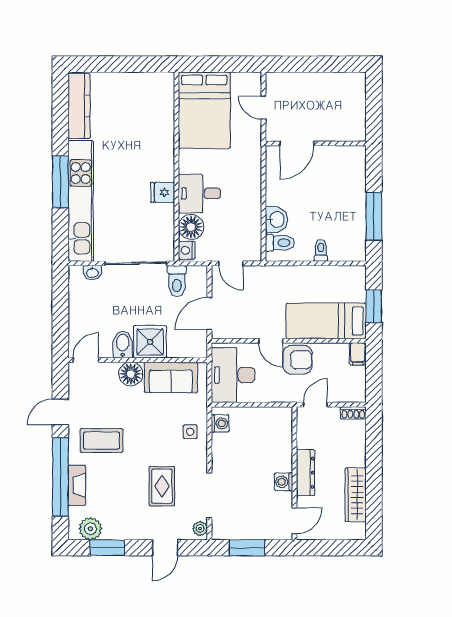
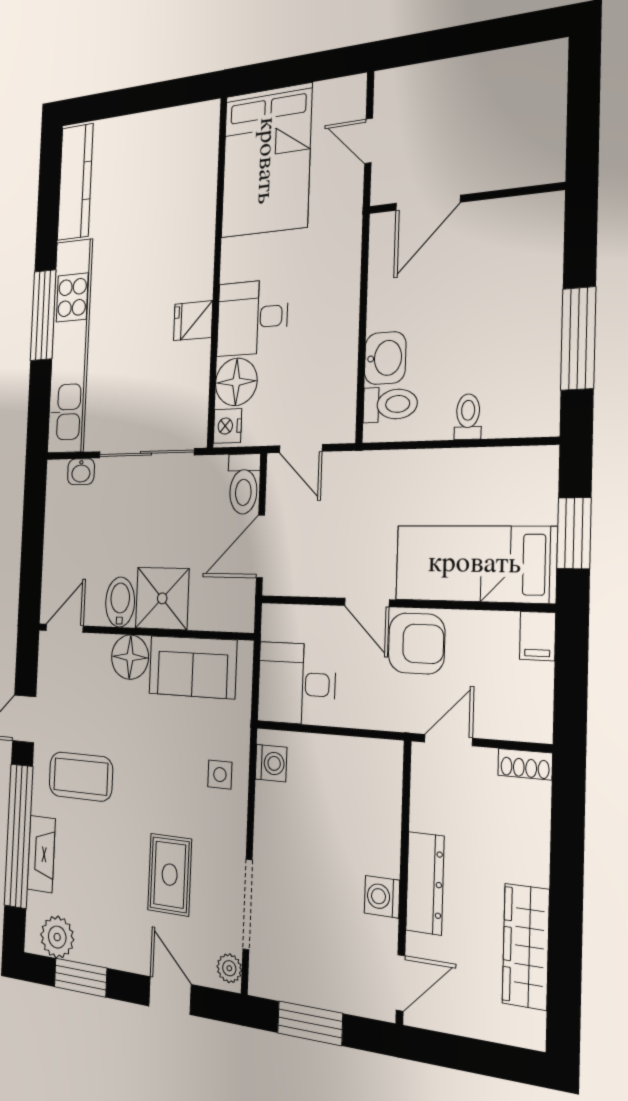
toilet: (177, 281) -> (244, 484), moved
desk: (233, 375) -> (296, 683), width x0.73
door: (165, 548) -> (170, 995), swing flipped

